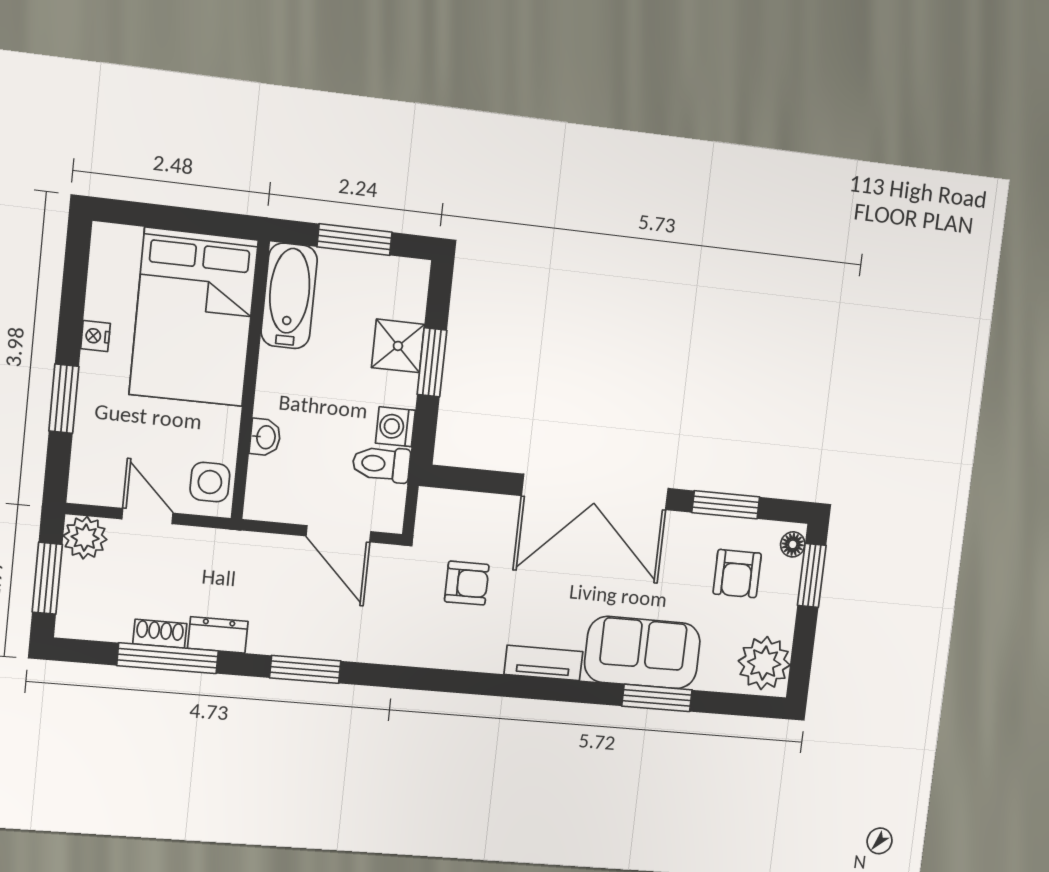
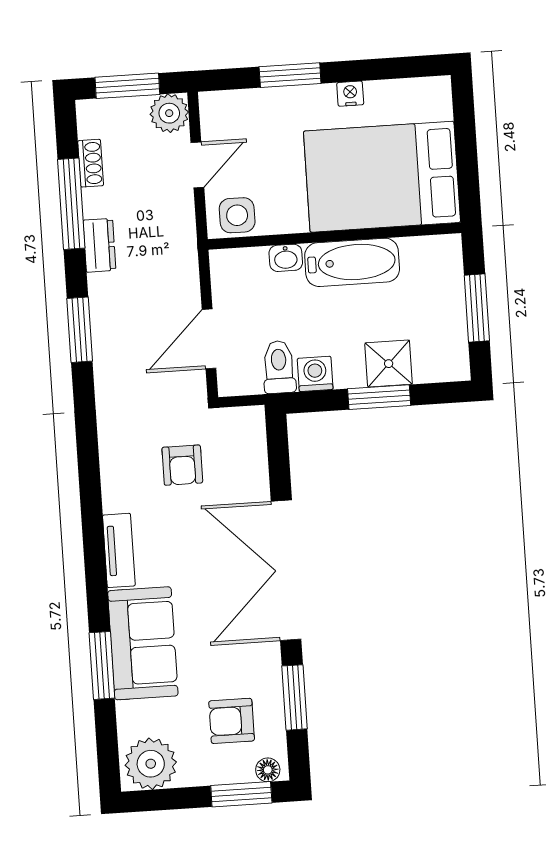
bathtub: (289, 296) -> (352, 262), moved
shoe rack: (160, 634) -> (91, 163), moved

